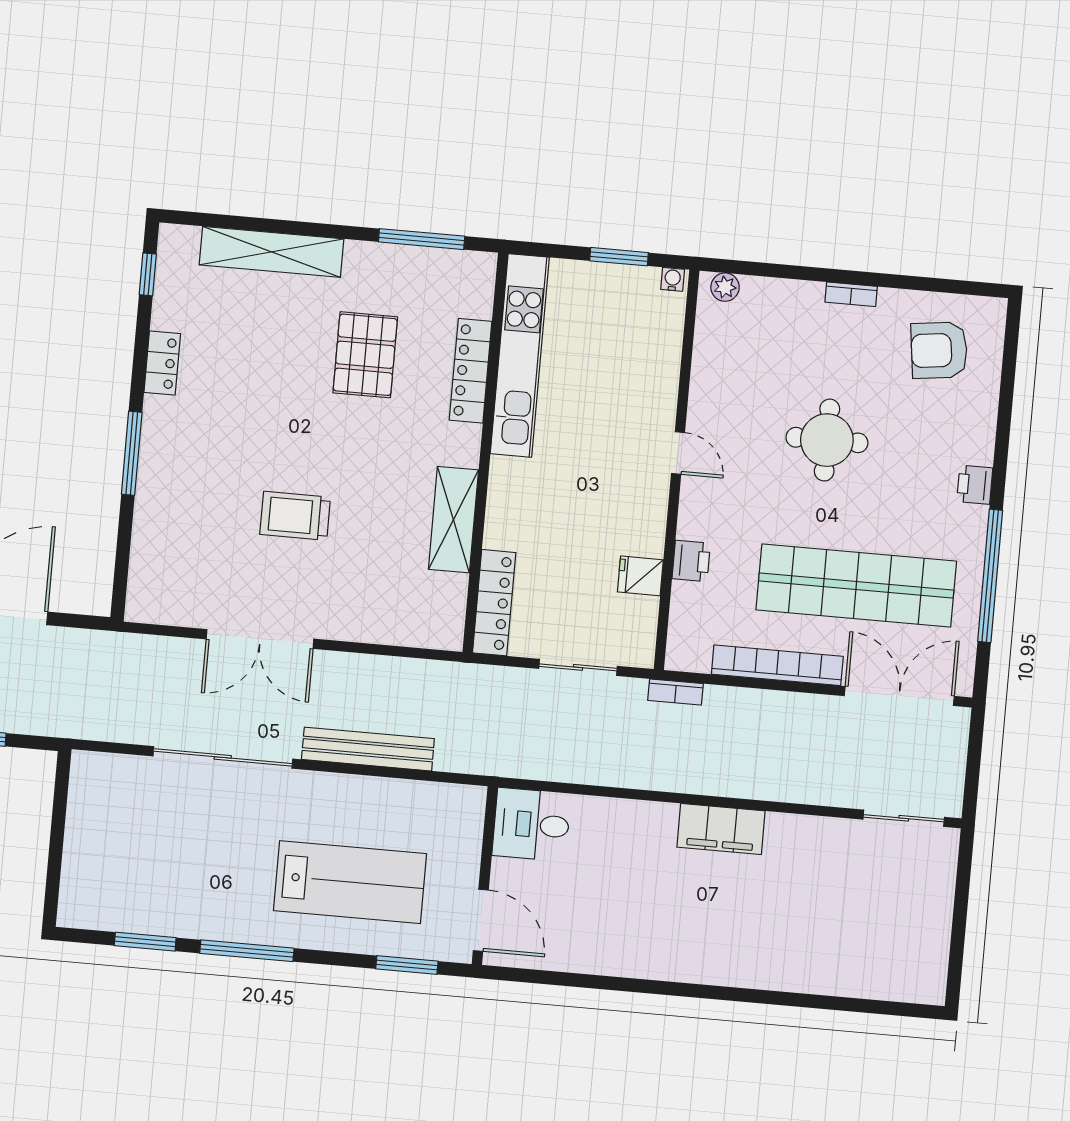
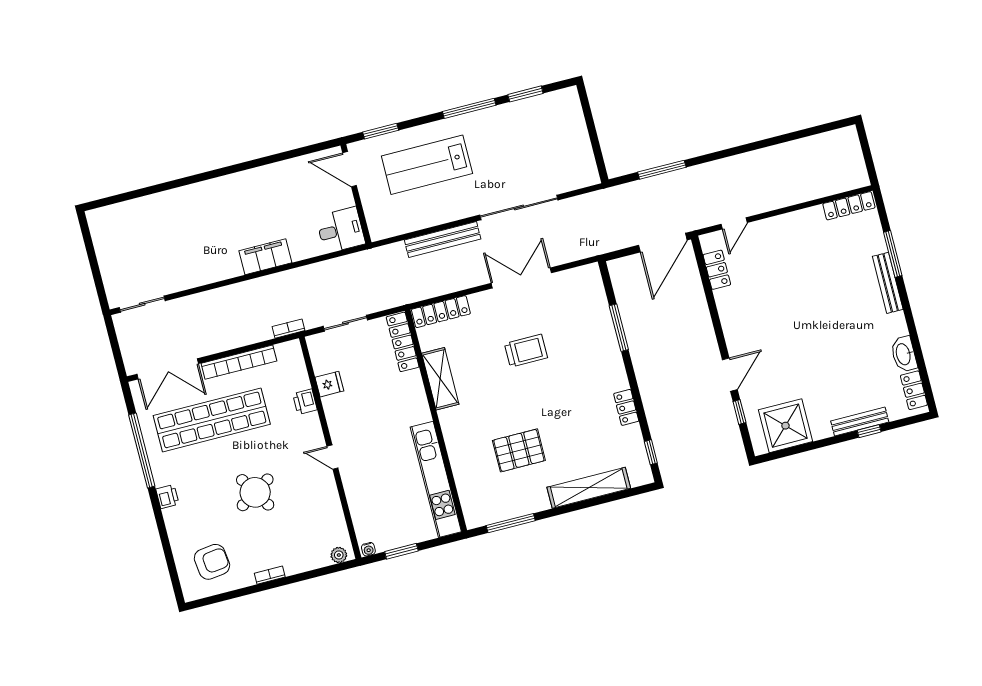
pallet: (365, 355) -> (519, 450), turned 90
locker: (471, 371) -> (441, 312), moved, turned 90
round table: (827, 440) -> (255, 492), turned -32
window: (132, 453) -> (619, 328), moved
filing cabinet: (721, 829) -> (265, 257), moved

